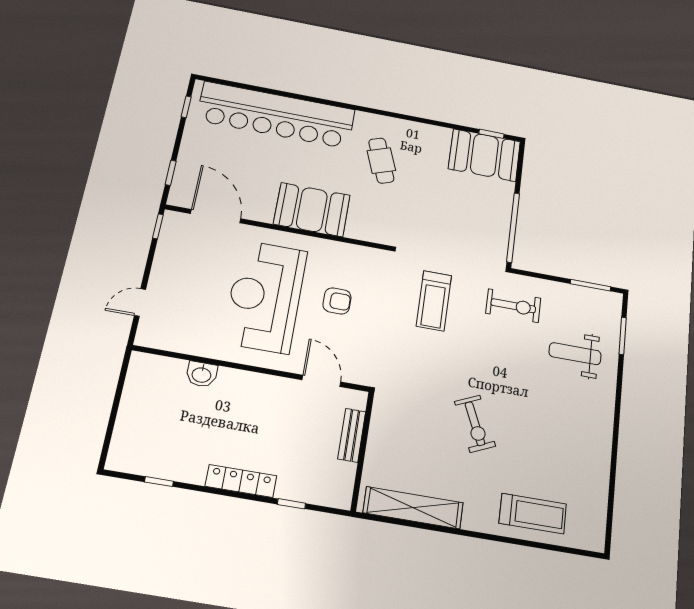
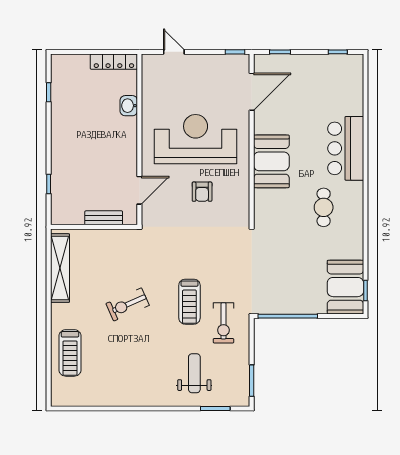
bar counter: (276, 115) -> (346, 148), width x0.54
cafe table: (381, 161) -> (324, 207), turned -70
treadmill: (434, 301) -> (189, 302), moved, turned -90
locker: (241, 481) -> (114, 62), moved, turned 90

